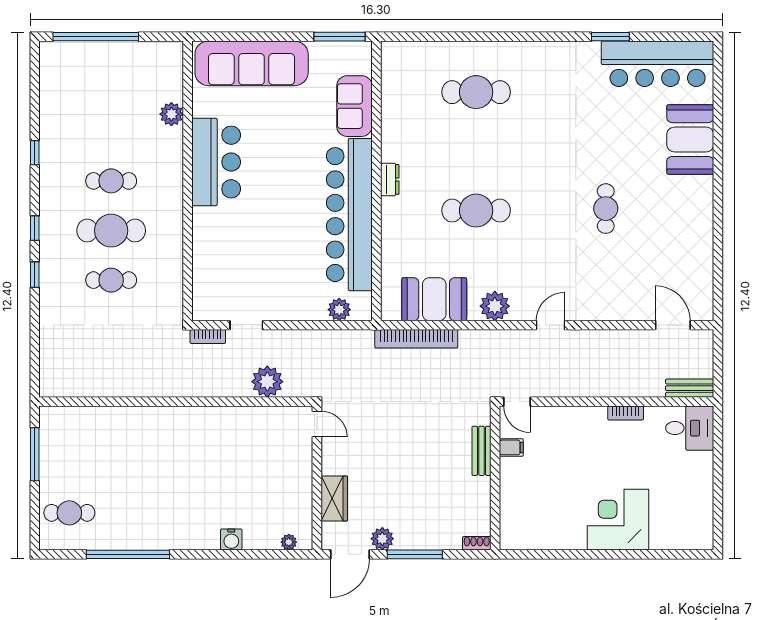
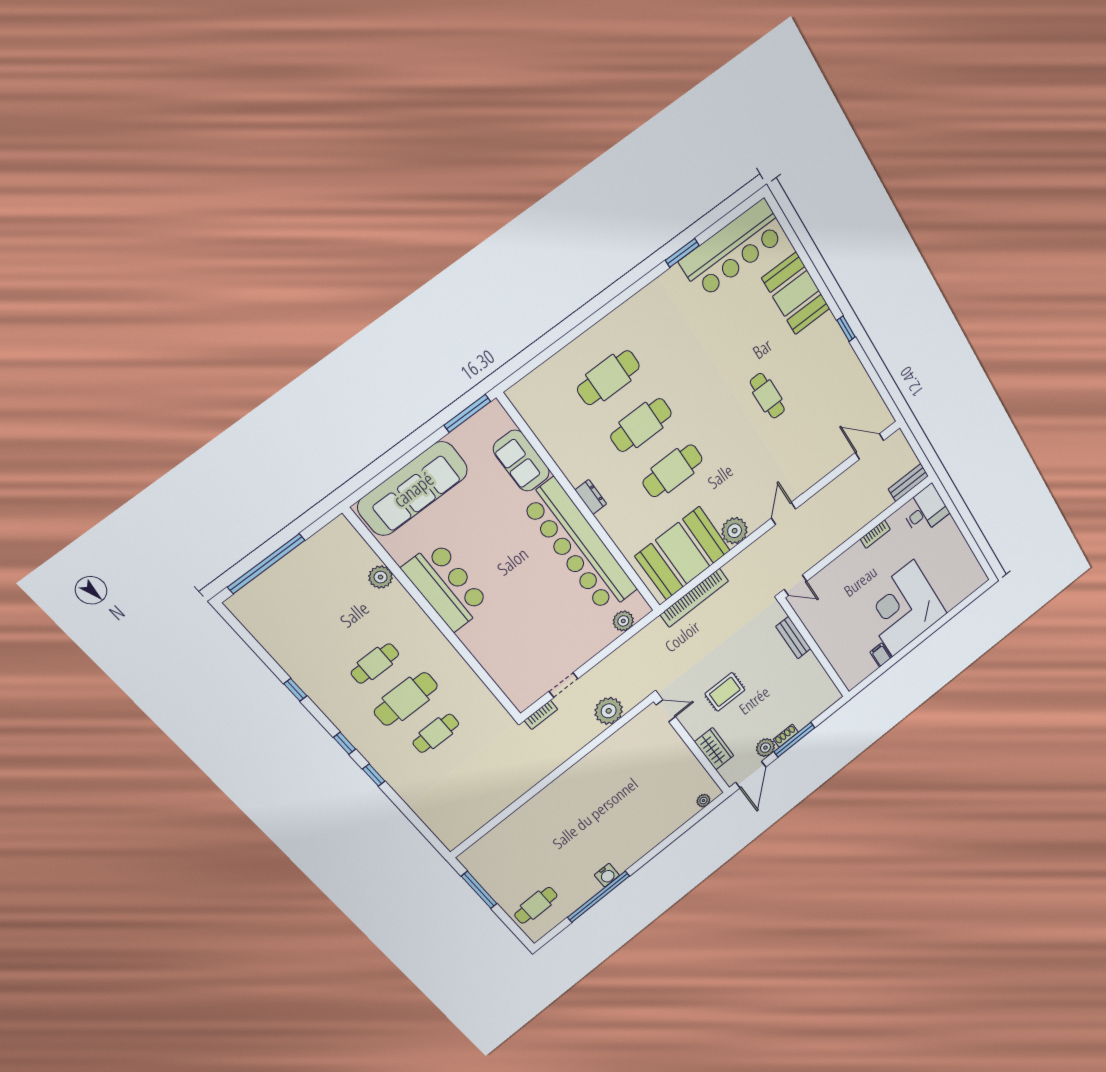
cafe table: (476, 151) -> (641, 425), added
window: (718, 203) -> (846, 329), added
booth: (434, 299) -> (683, 553), width x1.36, depth x1.42
filing cabinet: (511, 447) -> (881, 655), moved, turned -90
rug: (382, 451) -> (725, 692), added
corner desk: (618, 520) -> (903, 608), width x1.36, depth x1.36
water cooler: (231, 539) -> (607, 875), moved
shoe rack: (477, 543) -> (786, 736), moved

